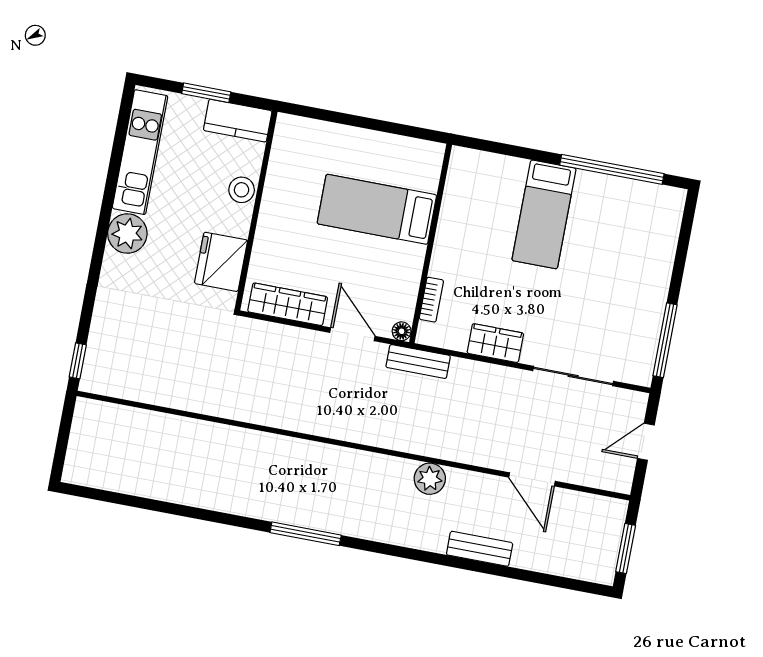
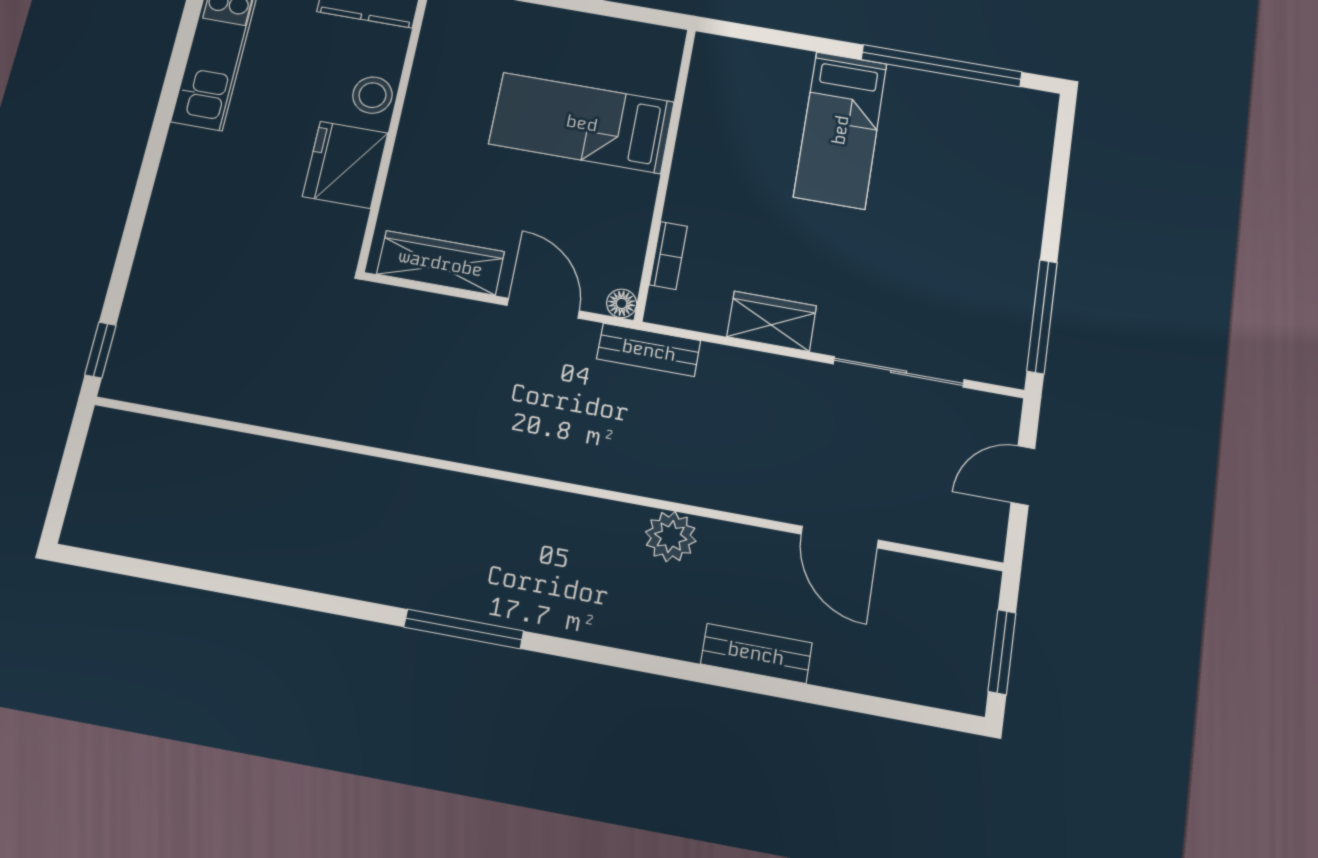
plant: (127, 234) -> (192, 158), removed
fridge: (221, 262) -> (345, 165), moved

